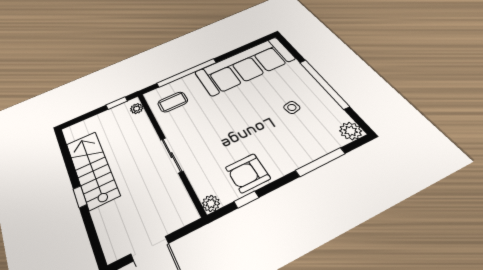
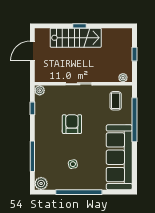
window: (117, 103) -> (134, 54), moved
stairs: (92, 169) -> (76, 38), moved
armchair: (248, 173) -> (72, 124), moved

